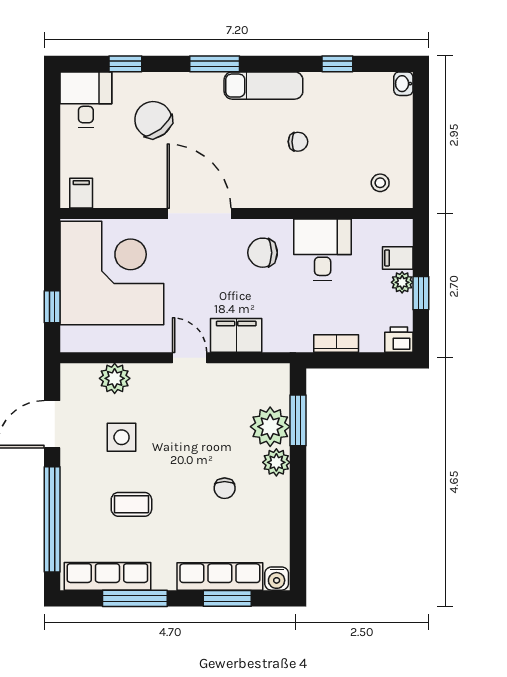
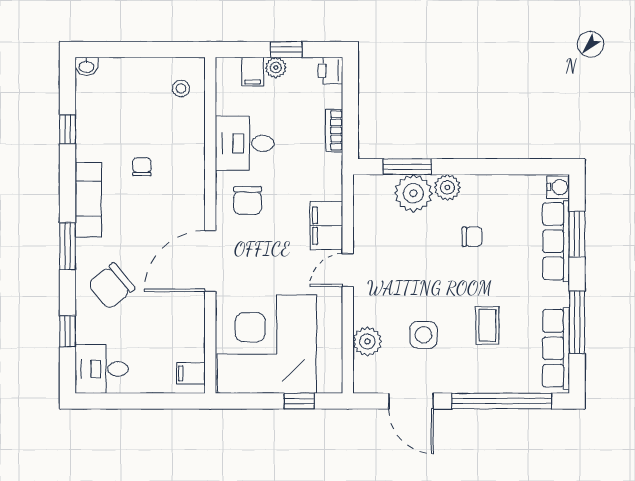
chair: (153, 120) -> (111, 286), moved

